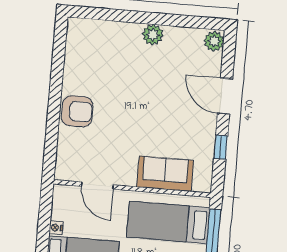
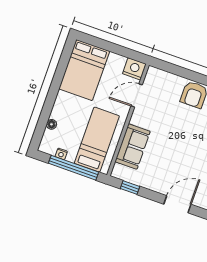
window: (221, 147) -> (130, 188), moved
nightstand: (56, 228) -> (134, 69), moved, width x1.89, depth x1.79

